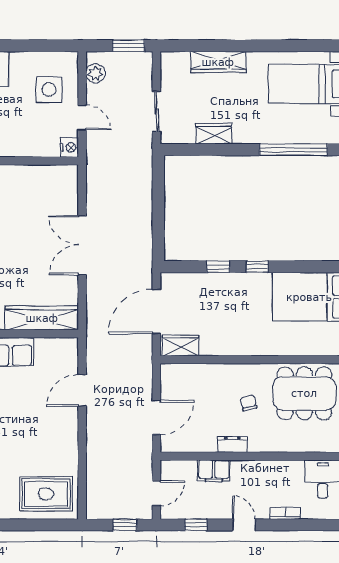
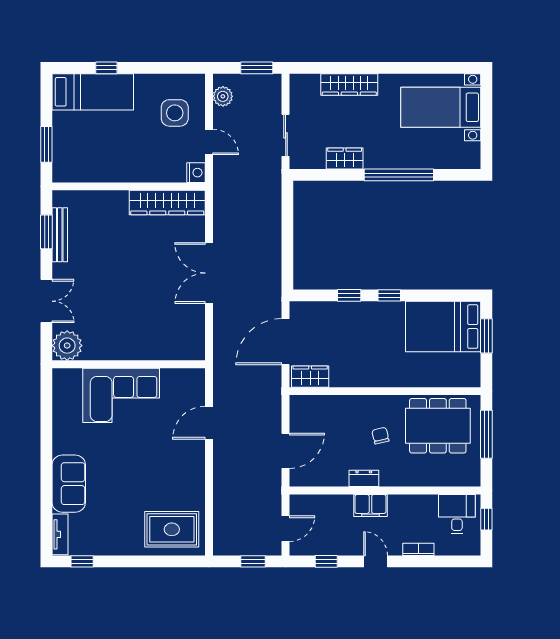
window: (293, 150) -> (399, 175), moved
wardrobe: (42, 318) -> (167, 203), moved, turned 180
filing cabinet: (214, 471) -> (370, 506), moved

